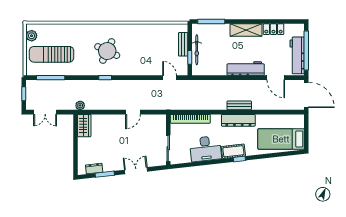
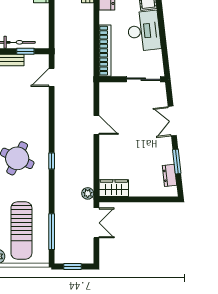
double door: (45, 112) -> (96, 223), moved

